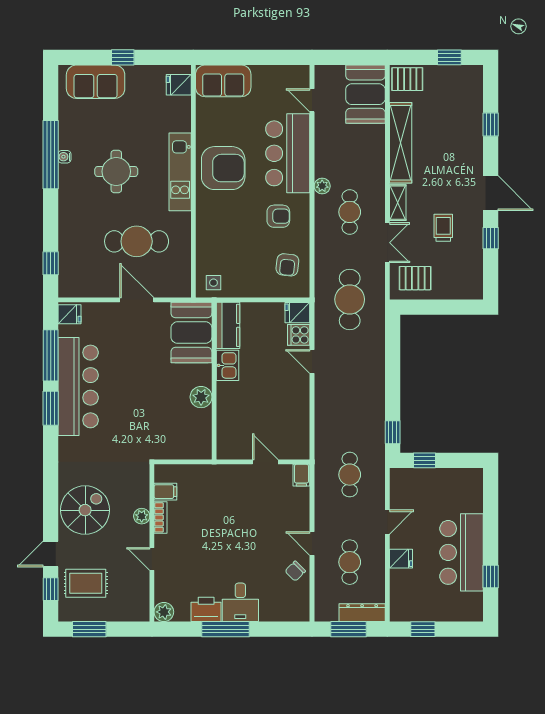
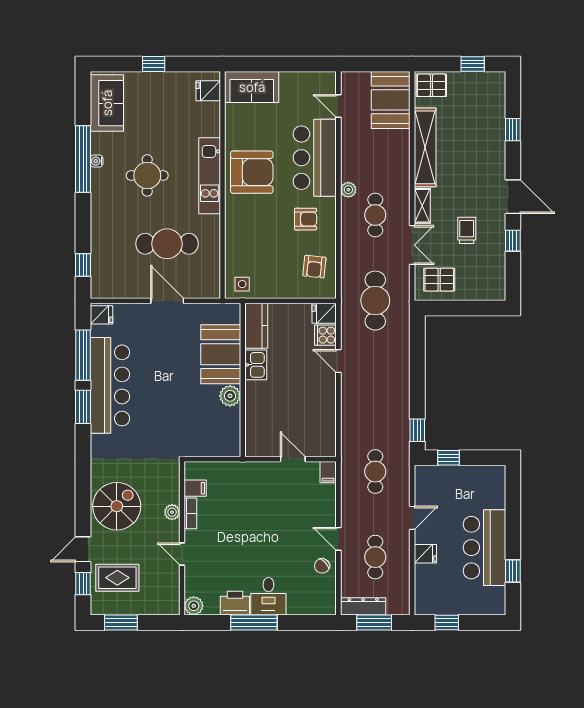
sofa: (96, 82) -> (107, 103), moved, turned -90
booth: (191, 333) -> (221, 354), moved
dresser: (362, 613) -> (363, 606), moved

